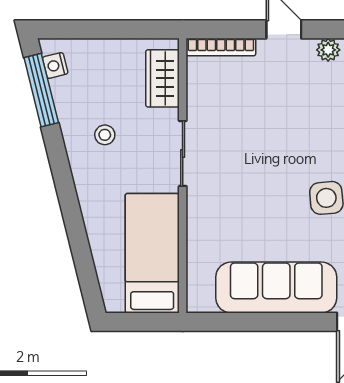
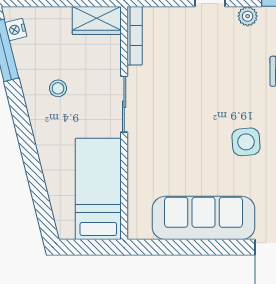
bookcase: (221, 47) -> (135, 36), moved, turned -90
wardrobe: (162, 78) -> (97, 21), moved, turned -90

